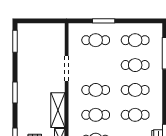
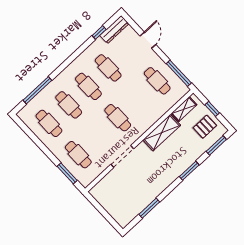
window: (104, 21) -> (67, 173), moved
window: (15, 41) -> (149, 208), moved
window: (15, 93) -> (189, 171), moved
cafe table: (96, 115) -> (137, 99), removed

